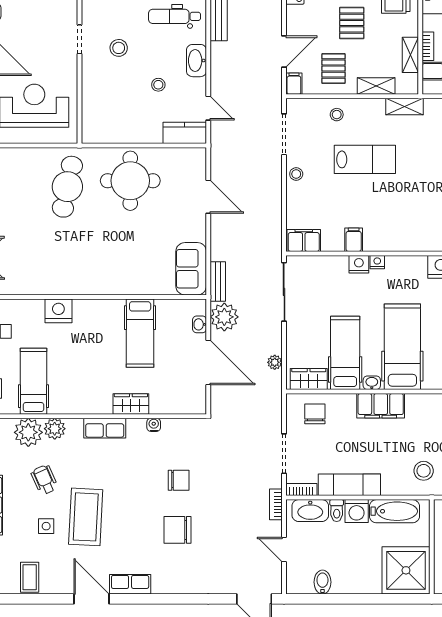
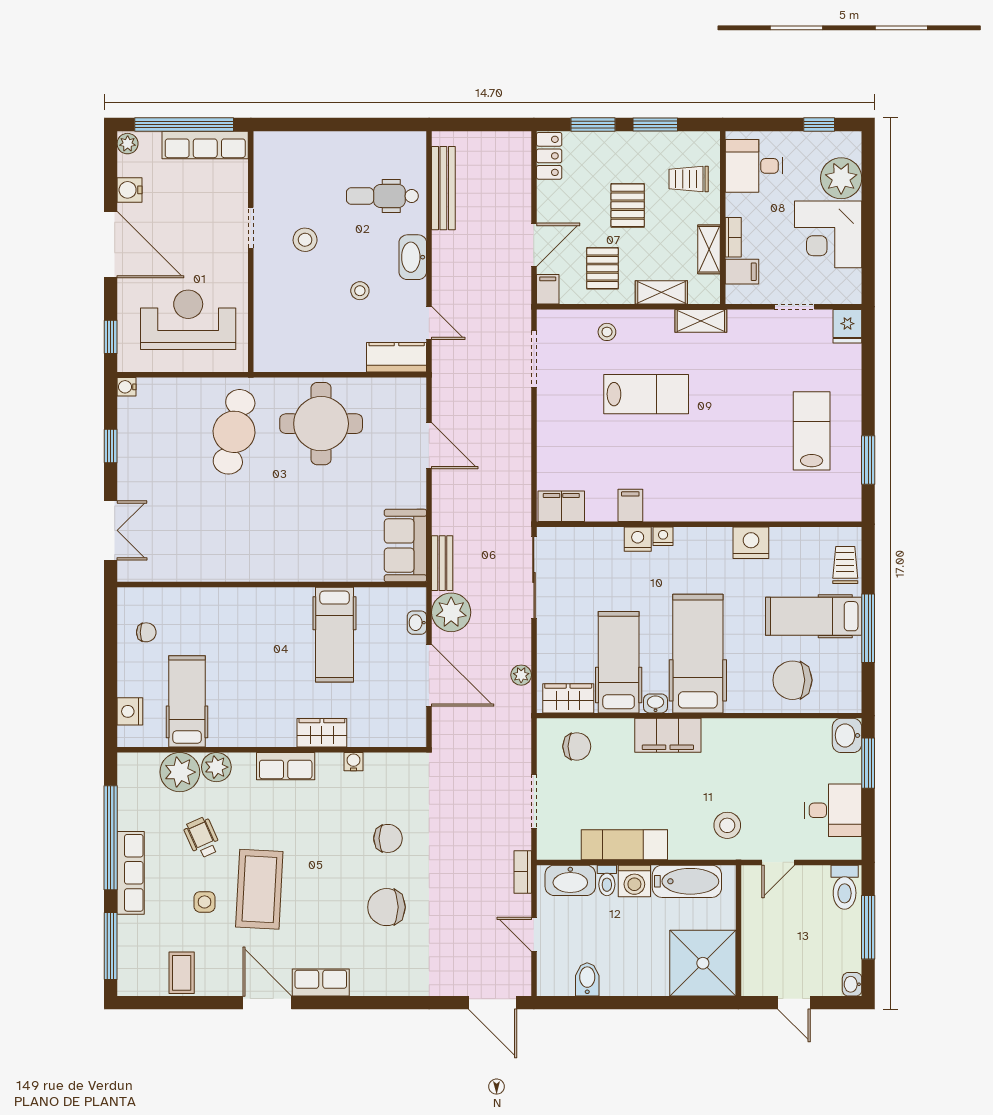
stool: (296, 174) -> (551, 414), removed
nightstand: (58, 311) -> (222, 604), removed
chair: (315, 414) -> (577, 746), turned 90
bookcase: (301, 490) -> (558, 851), removed

